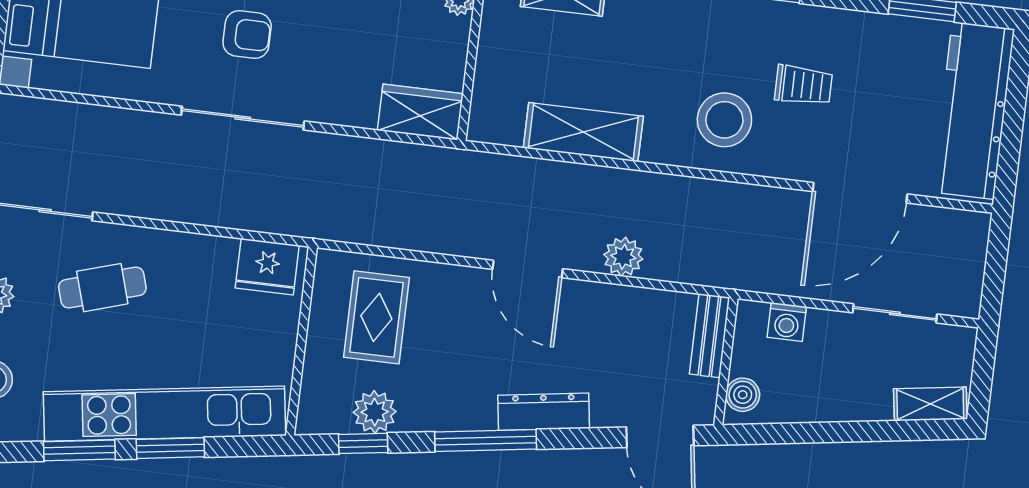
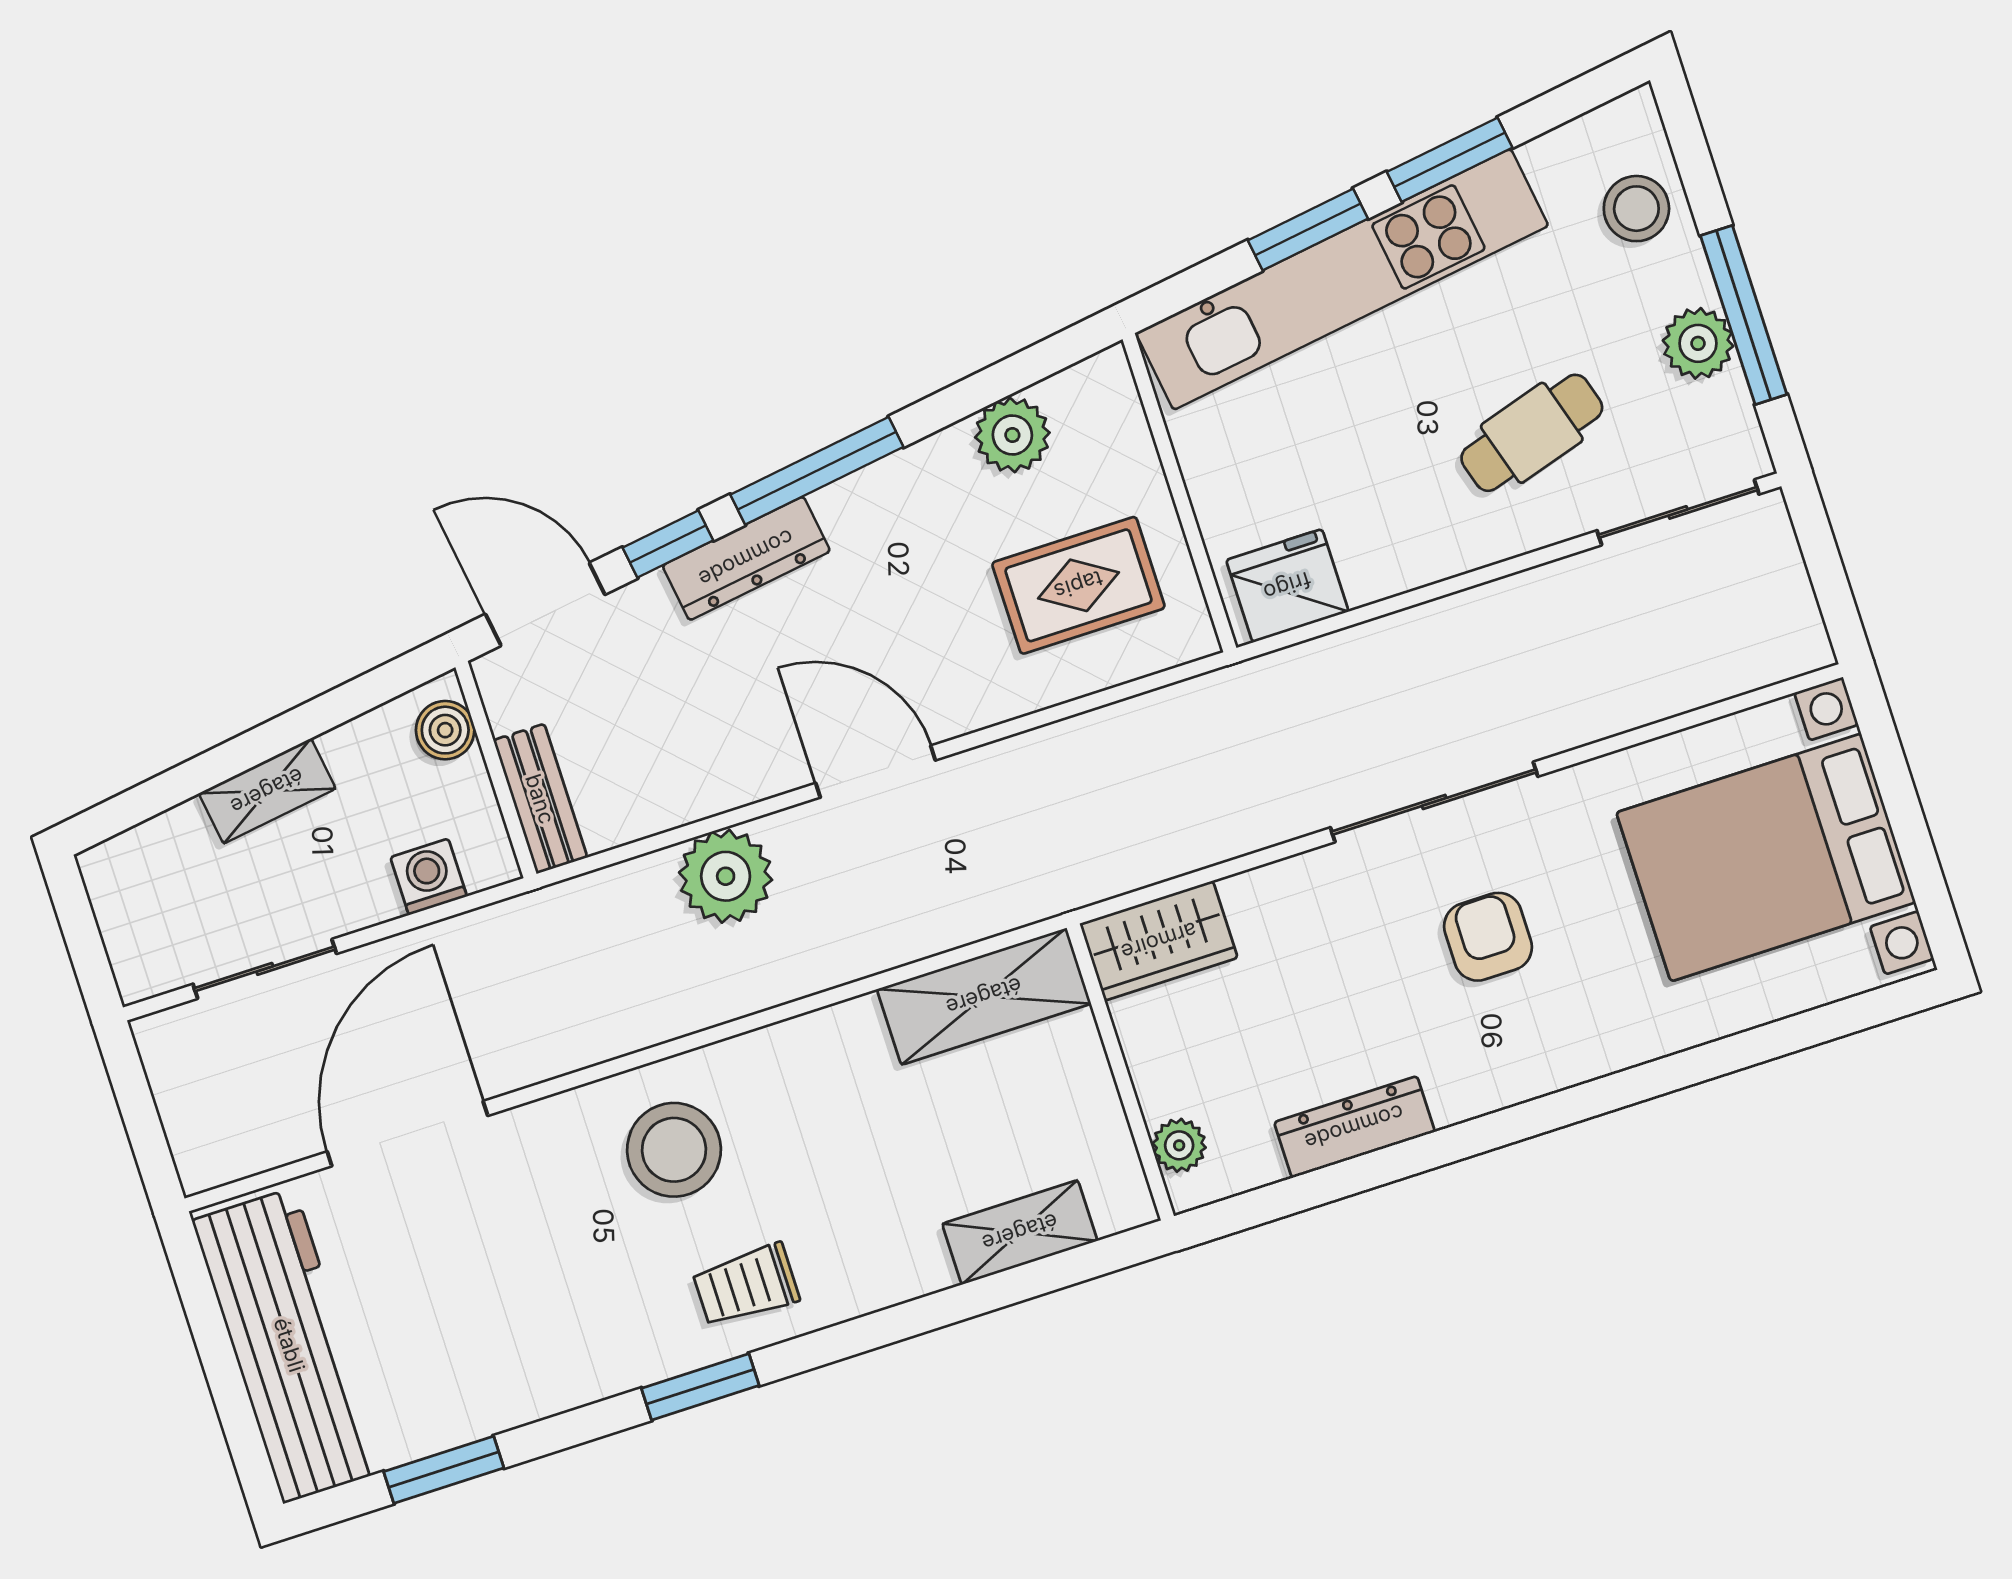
armchair: (247, 35) -> (1488, 937), turned 90
trolley: (803, 85) -> (746, 1285), moved
shelving: (583, 132) -> (984, 996), moved
plant: (623, 257) -> (726, 876), width x1.36, depth x1.36
rug: (376, 317) -> (1078, 585), turned 90
shelving: (930, 404) -> (267, 791), moved
window: (363, 443) -> (668, 544), moved

